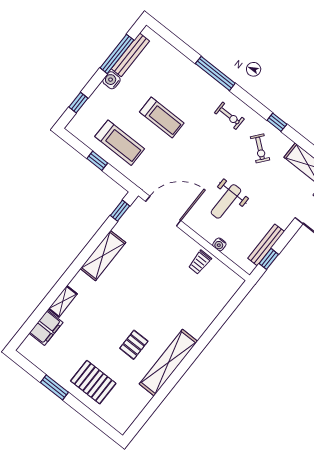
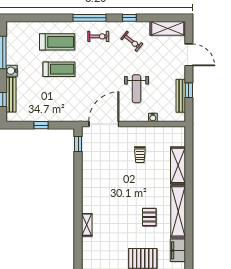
bench: (130, 55) -> (11, 95), moved
window: (215, 73) -> (89, 18), moved
treadmill: (120, 143) -> (57, 42), moved
shelving: (103, 256) -> (178, 165), moved
window: (269, 259) -> (189, 90), moved
trolley: (200, 262) -> (140, 155), moved
filing cabinet: (46, 328) -> (178, 250), moved, turned 180

